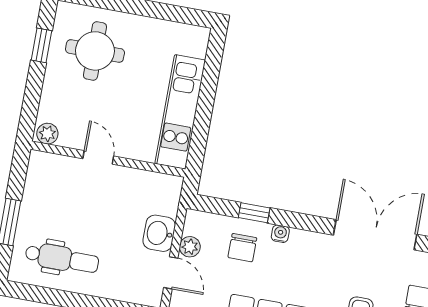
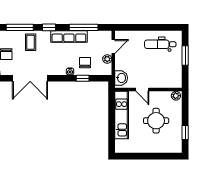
round table: (95, 51) -> (156, 121), moved
door: (98, 157) -> (142, 90), moved
washbasin: (159, 233) -> (121, 78), moved
door: (171, 273) -> (113, 47), swing flipped

